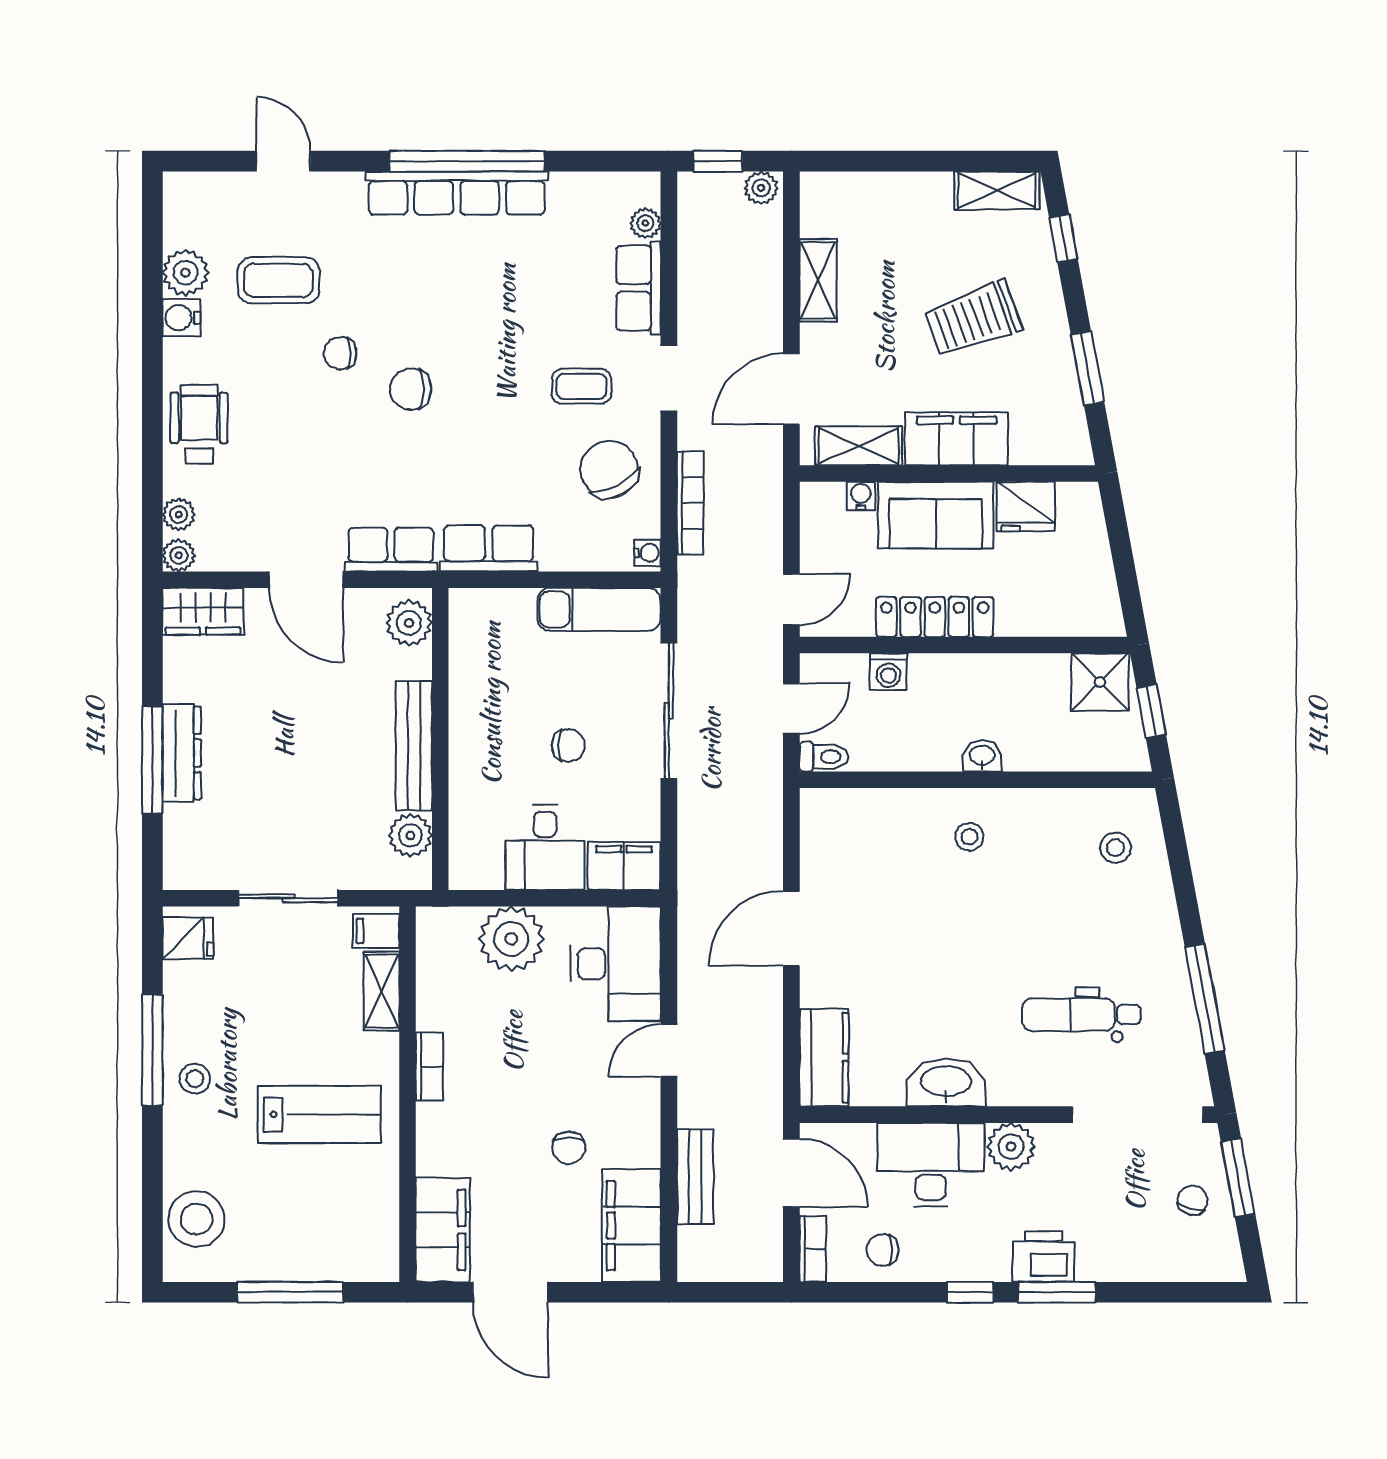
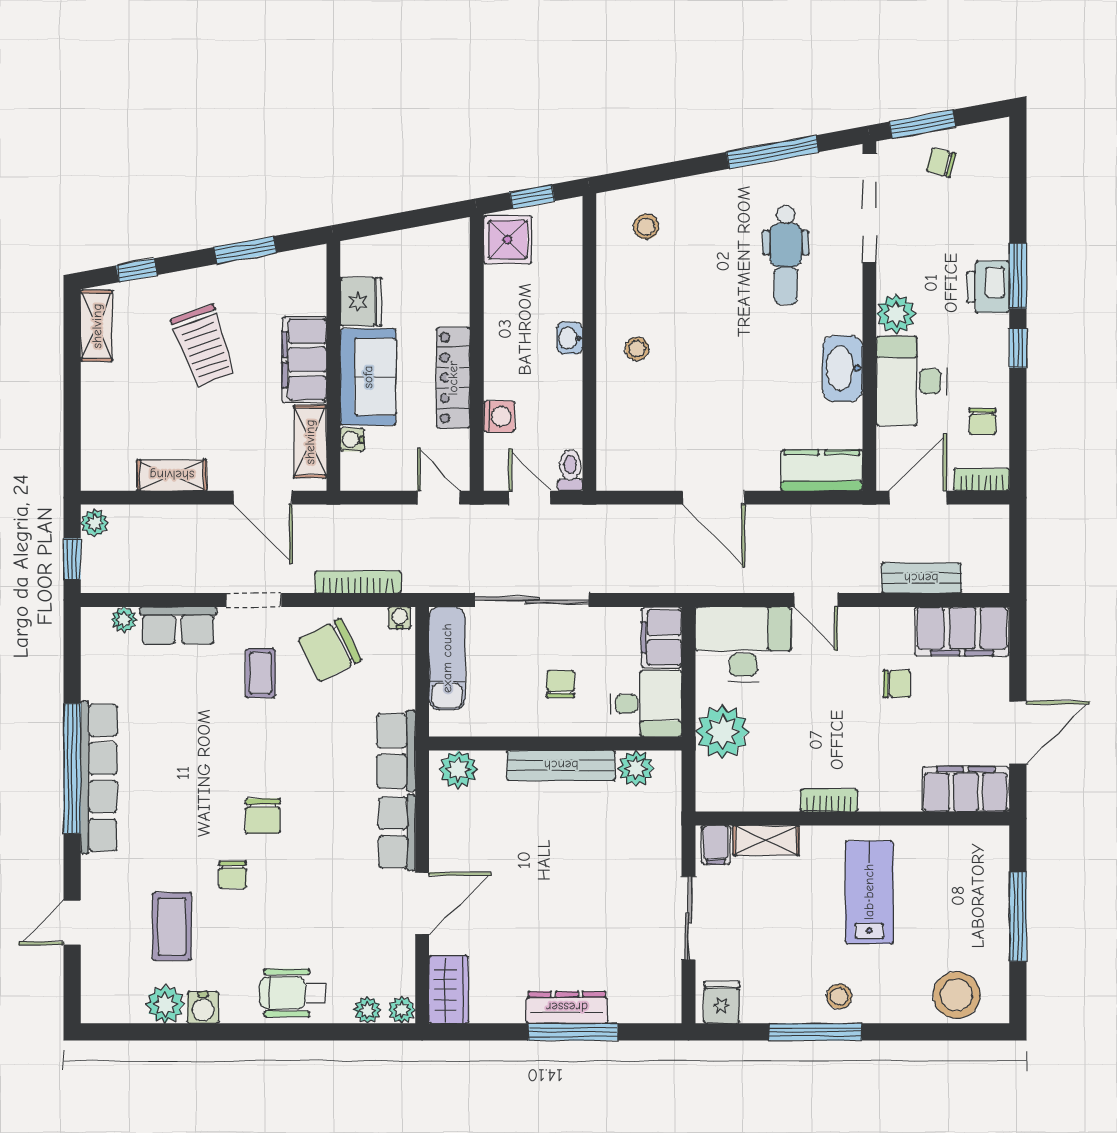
plant: (409, 623) -> (458, 770), moved
wall: (440, 739) -> (555, 743), moved
bench: (414, 746) -> (561, 765), moved
plant: (410, 835) -> (636, 768), moved

